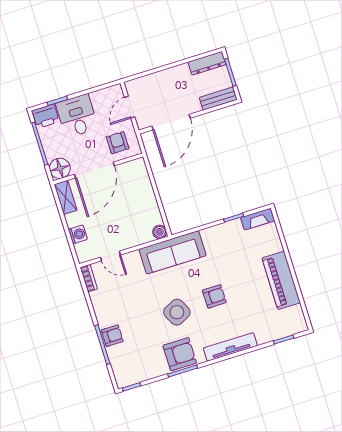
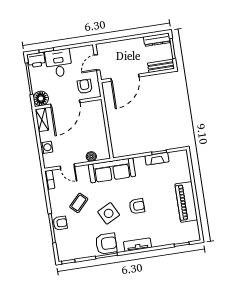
fireplace: (258, 219) -> (157, 159), moved
boiler: (160, 232) -> (91, 156), moved
coffee table: (134, 304) -> (79, 203), added
tv unit: (230, 347) -> (137, 245), width x0.71

